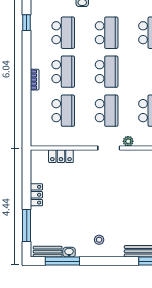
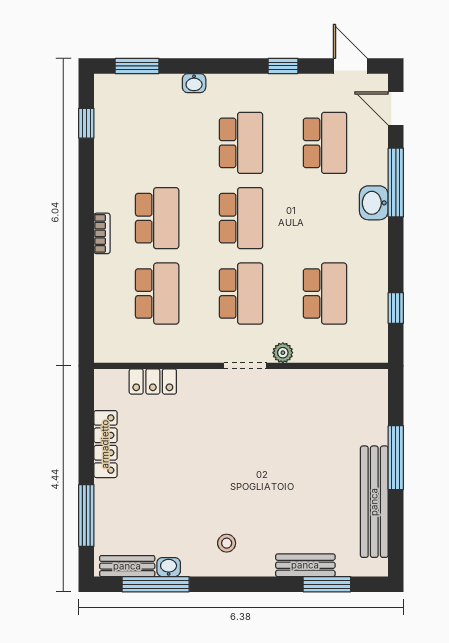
school desk: (63, 33) -> (157, 143), removed
locker: (36, 195) -> (105, 444), width x1.53

